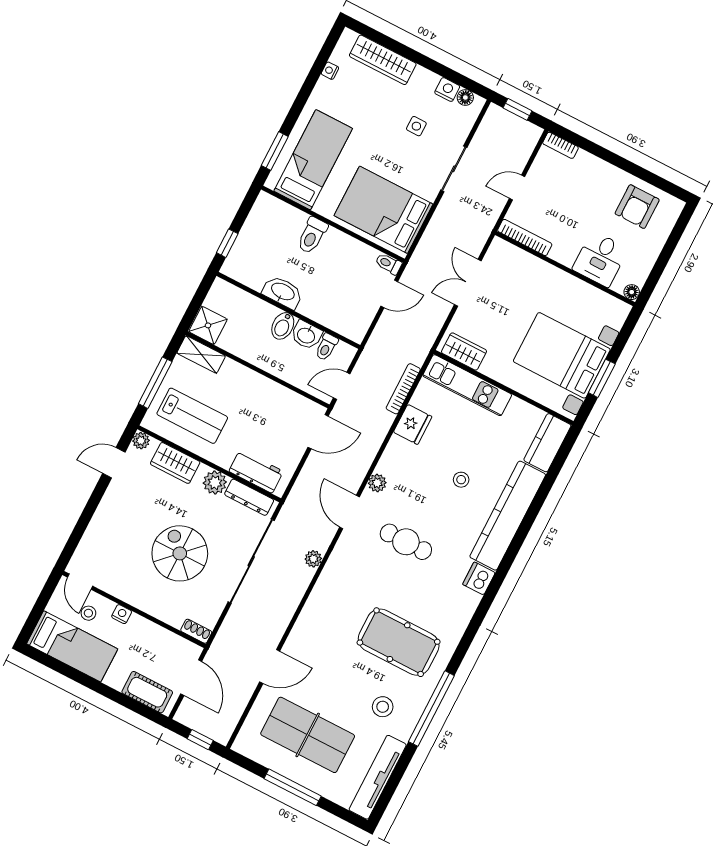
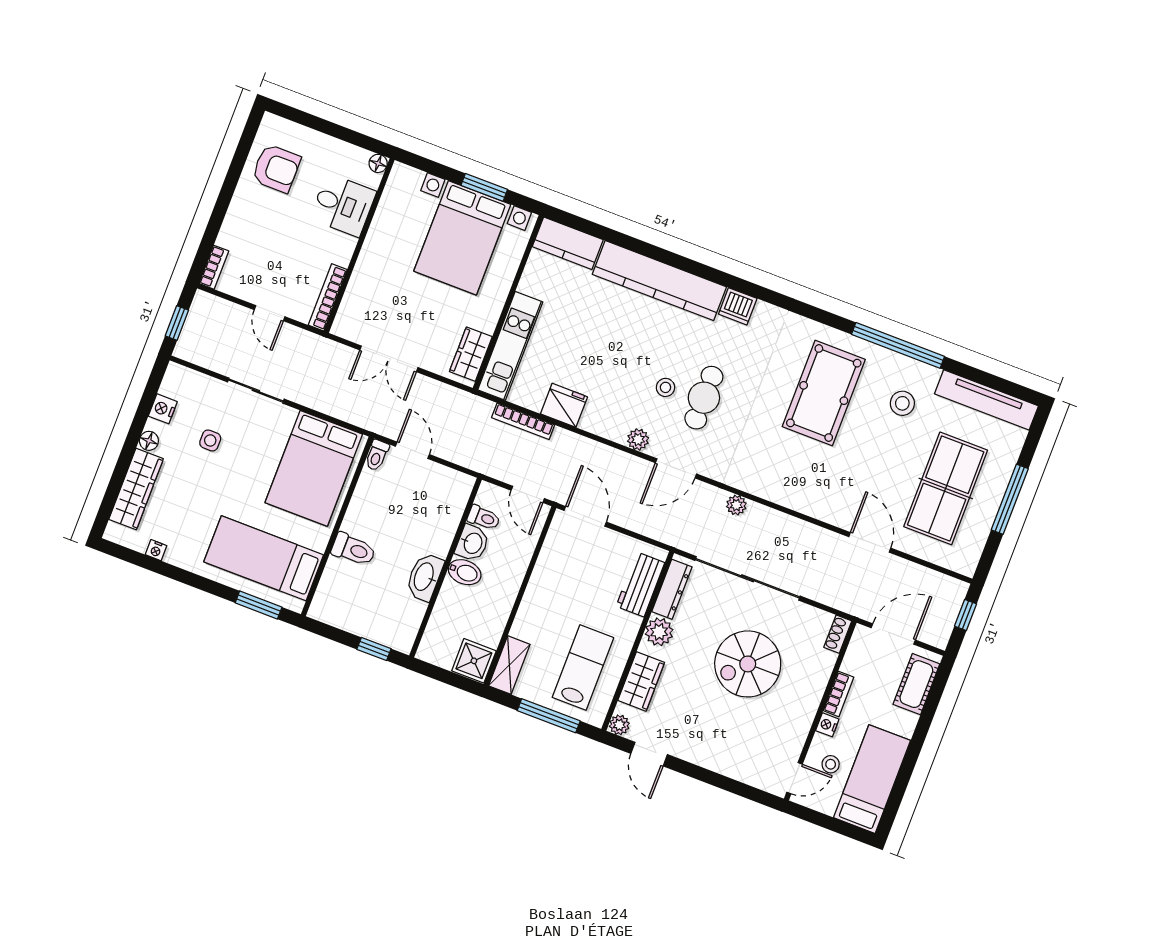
floor lamp: (465, 97) -> (149, 441), moved
stool: (461, 480) -> (665, 387), moved
bookcase: (146, 626) -> (838, 694), added

